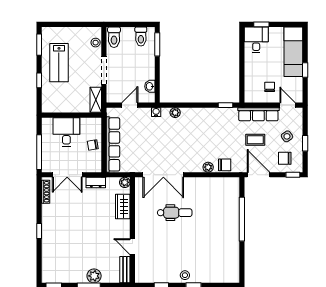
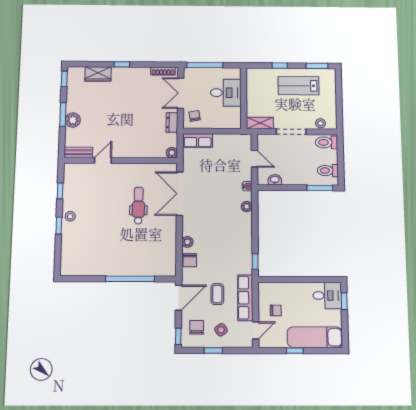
row of seats: (113, 144) -> (198, 141), width x0.50
chair: (93, 145) -> (195, 116), moved
wardrobe: (123, 206) -> (98, 74), moved, turned 180
dental chair: (175, 213) -> (138, 206), turned 180

